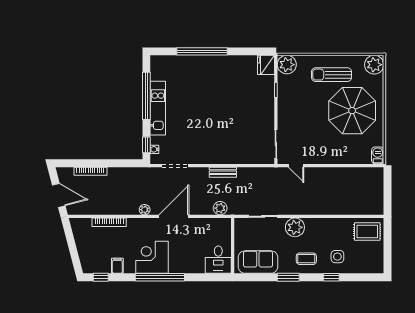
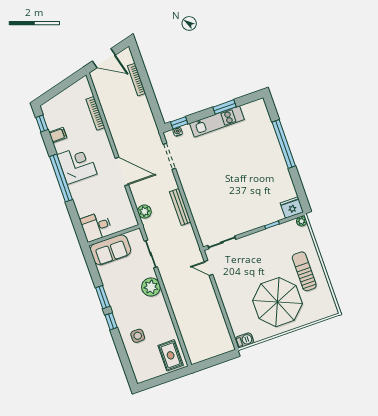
plant: (287, 65) -> (302, 221), width x0.53, depth x0.53
plant: (374, 65) -> (327, 308), removed
window: (146, 96) -> (225, 107), width x0.47
door: (296, 166) -> (209, 268), hinge flipped
bench: (223, 172) -> (180, 207), width x1.36
door: (59, 195) -> (104, 58), hinge flipped
plant: (145, 210) -> (119, 142), removed
coffee table: (306, 259) -> (126, 308), removed
sofa: (258, 262) -> (110, 250), moved, turned 90
window: (331, 277) -> (111, 321), moved

